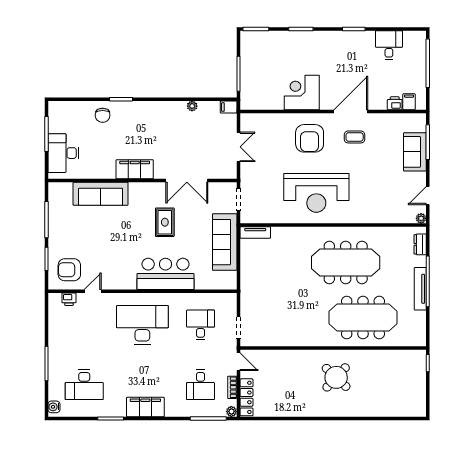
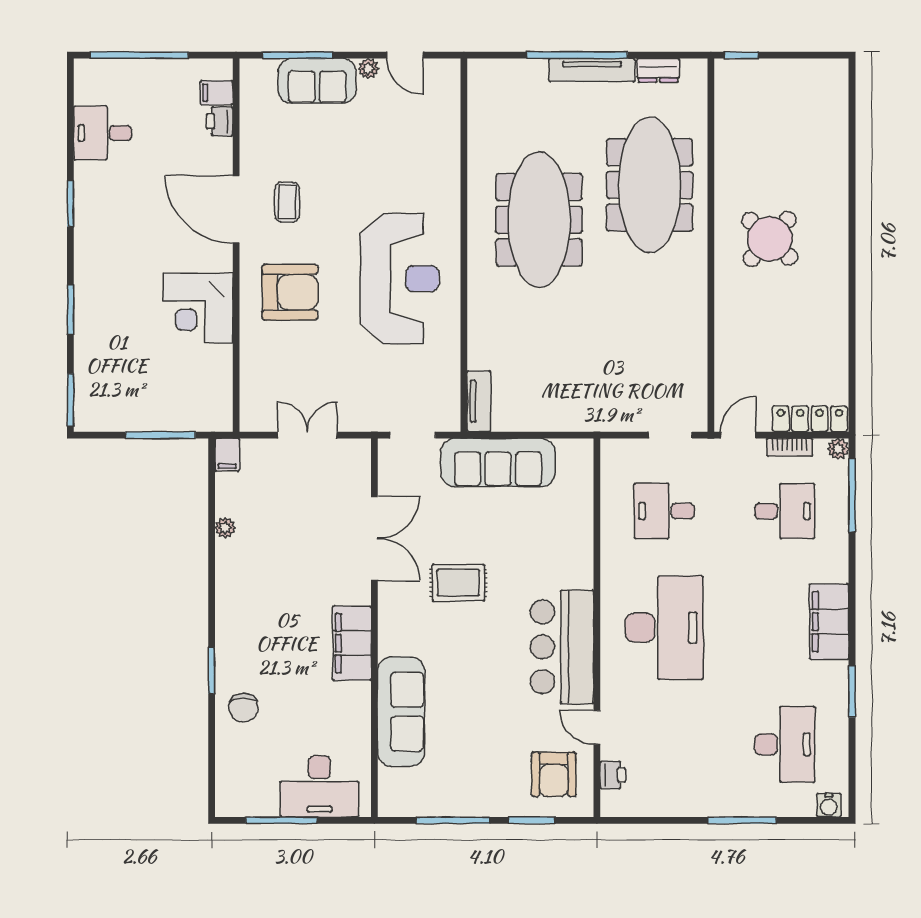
chair: (103, 115) -> (244, 708), turned 90
plant: (421, 218) -> (368, 69), moved
dresser: (420, 244) -> (658, 70), moved
bar counter: (165, 274) -> (562, 647), moved
desk: (142, 325) -> (664, 628), turned 180

